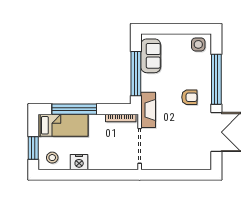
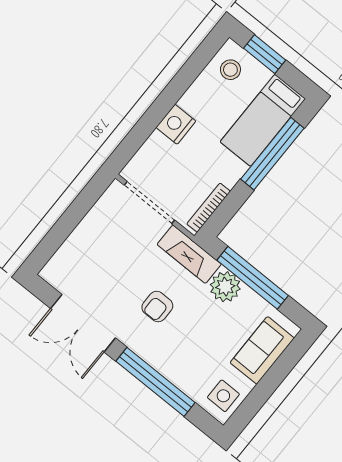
sofa: (151, 56) -> (262, 350), moved, turned 90
plant: (150, 83) -> (225, 287), added
armchair: (189, 97) -> (157, 307), moved
nightstand: (79, 162) -> (176, 124), moved

